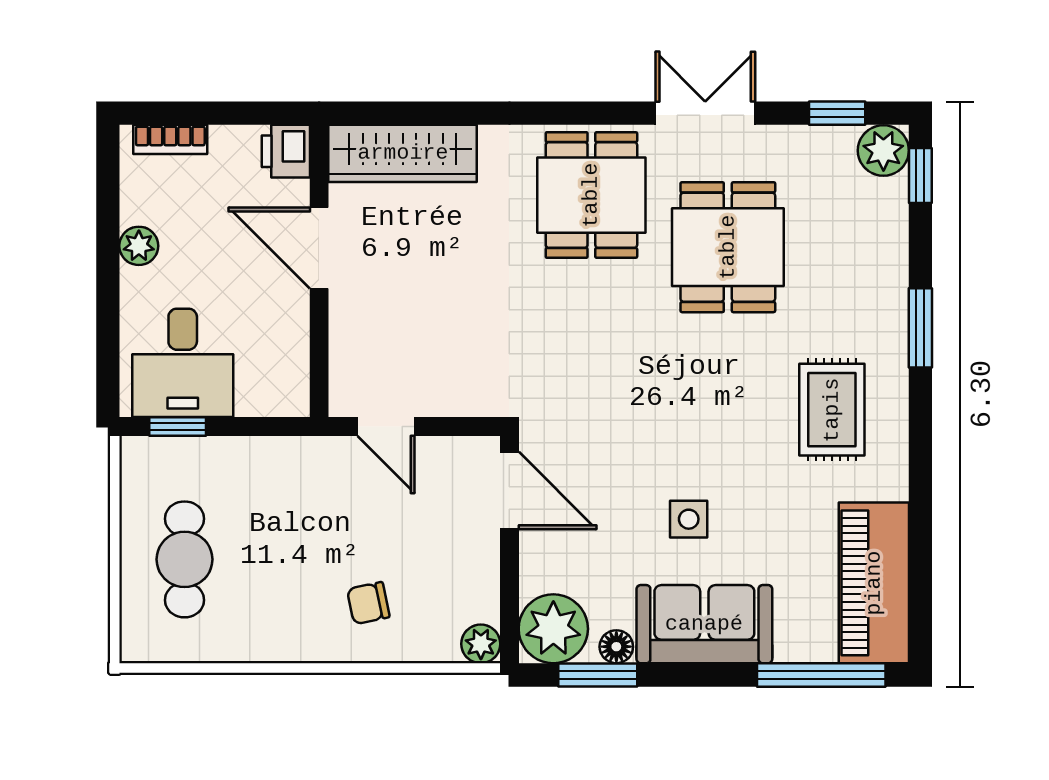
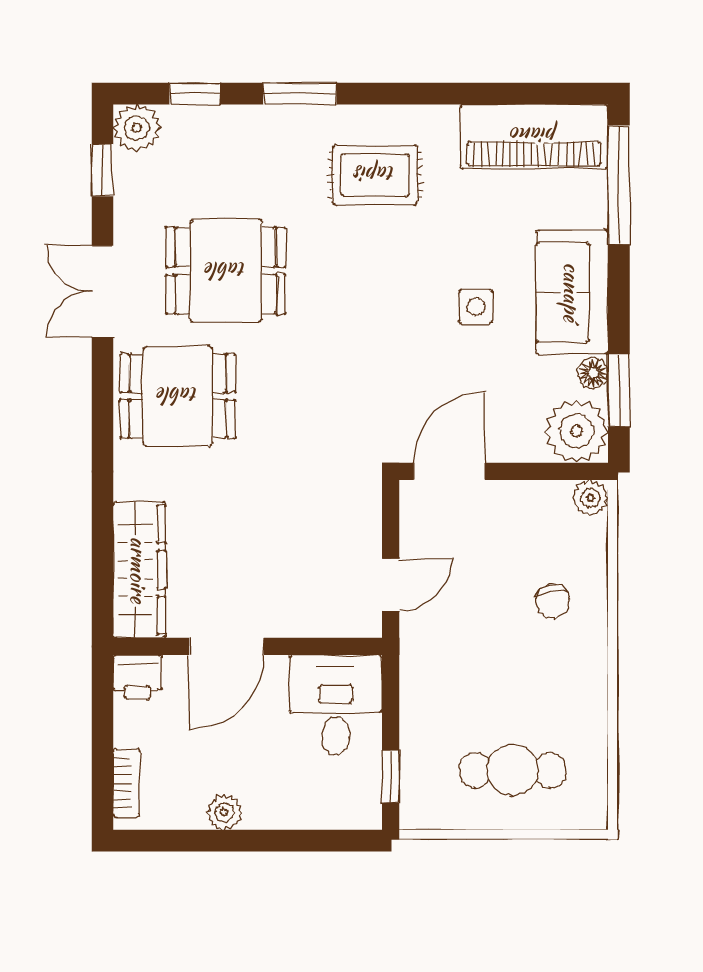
window: (920, 176) -> (195, 94), moved
desk: (183, 363) -> (336, 705), moved, turned -90

